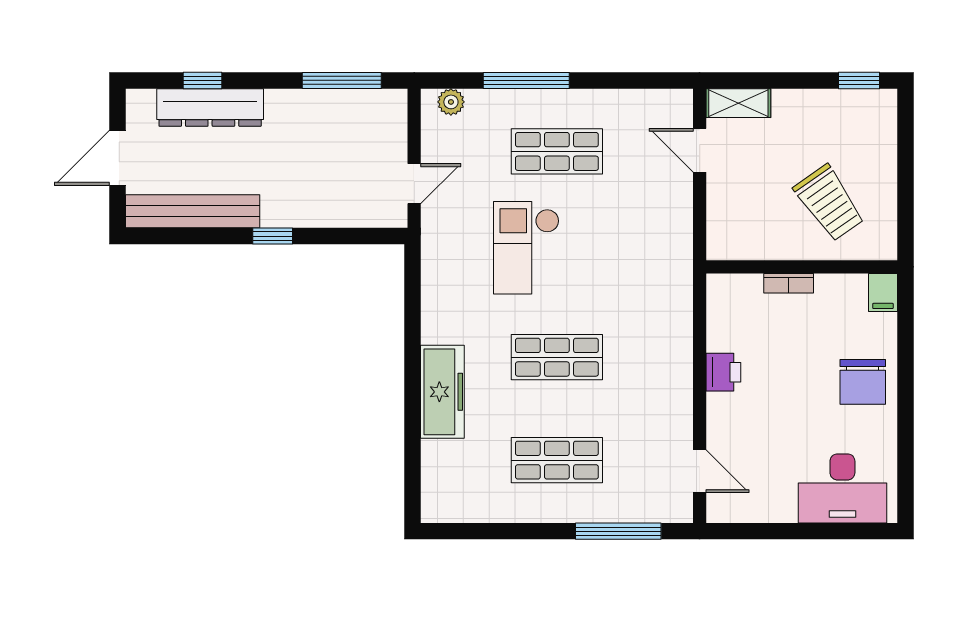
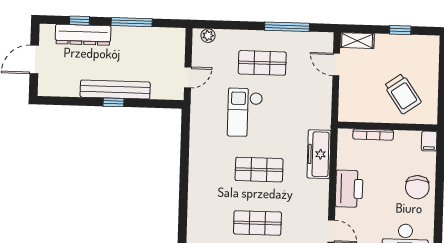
window: (342, 80) -> (132, 22), moved
window: (526, 80) -> (287, 27), moved
window: (859, 80) -> (400, 30), moved
bench: (193, 211) -> (115, 90), moved
bookcase: (789, 283) -> (373, 135), width x1.56
printer: (723, 372) -> (349, 189), width x1.87, depth x1.48
freezer: (442, 392) -> (319, 154), moved, turned 180

